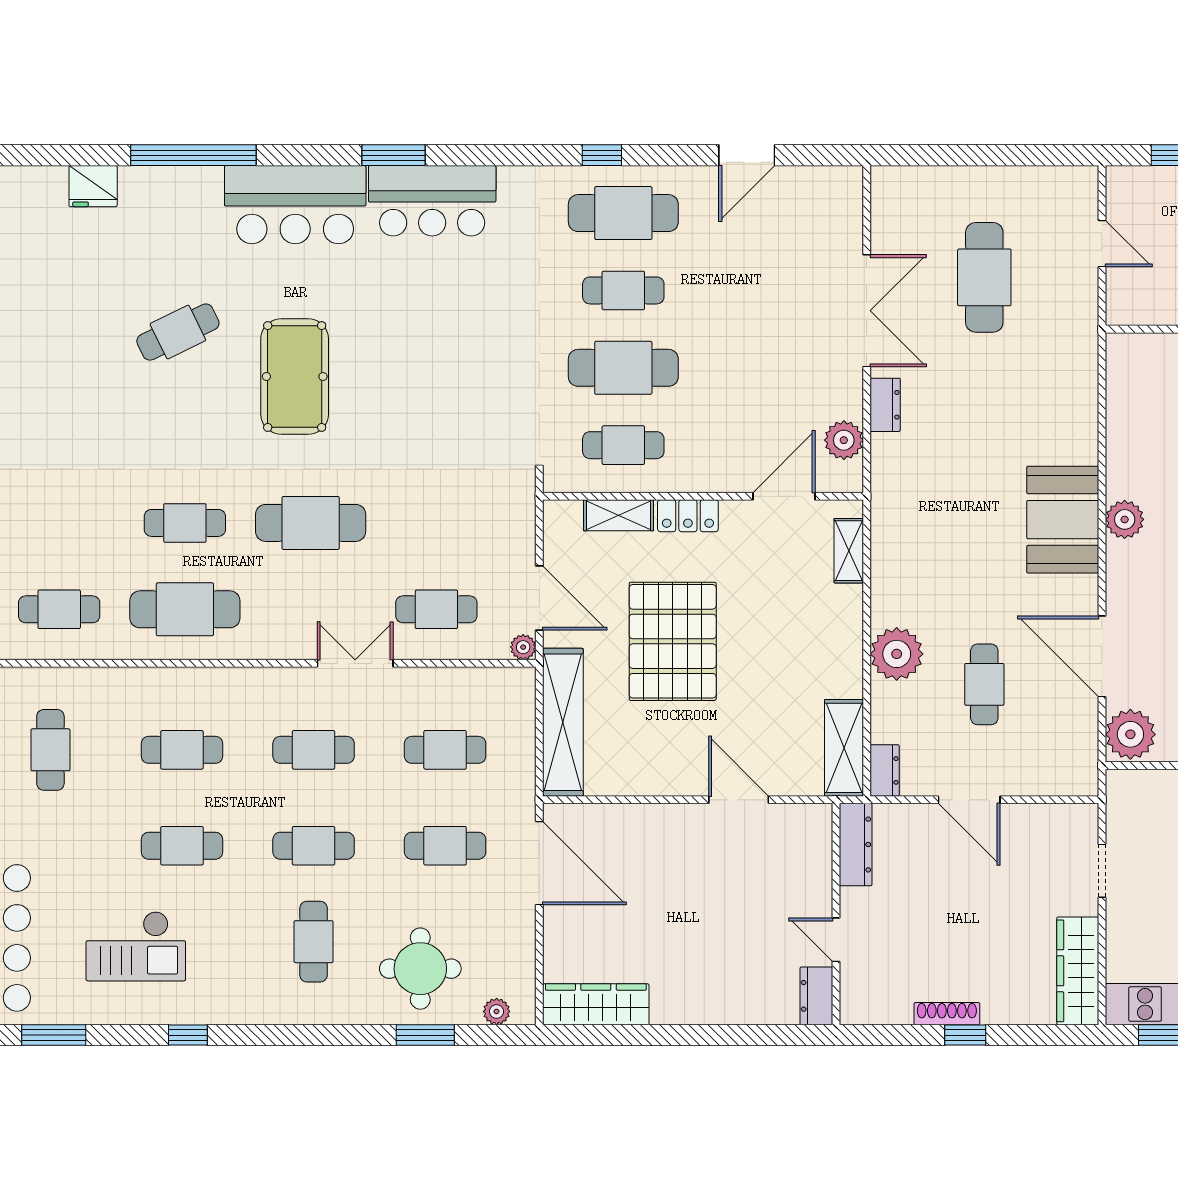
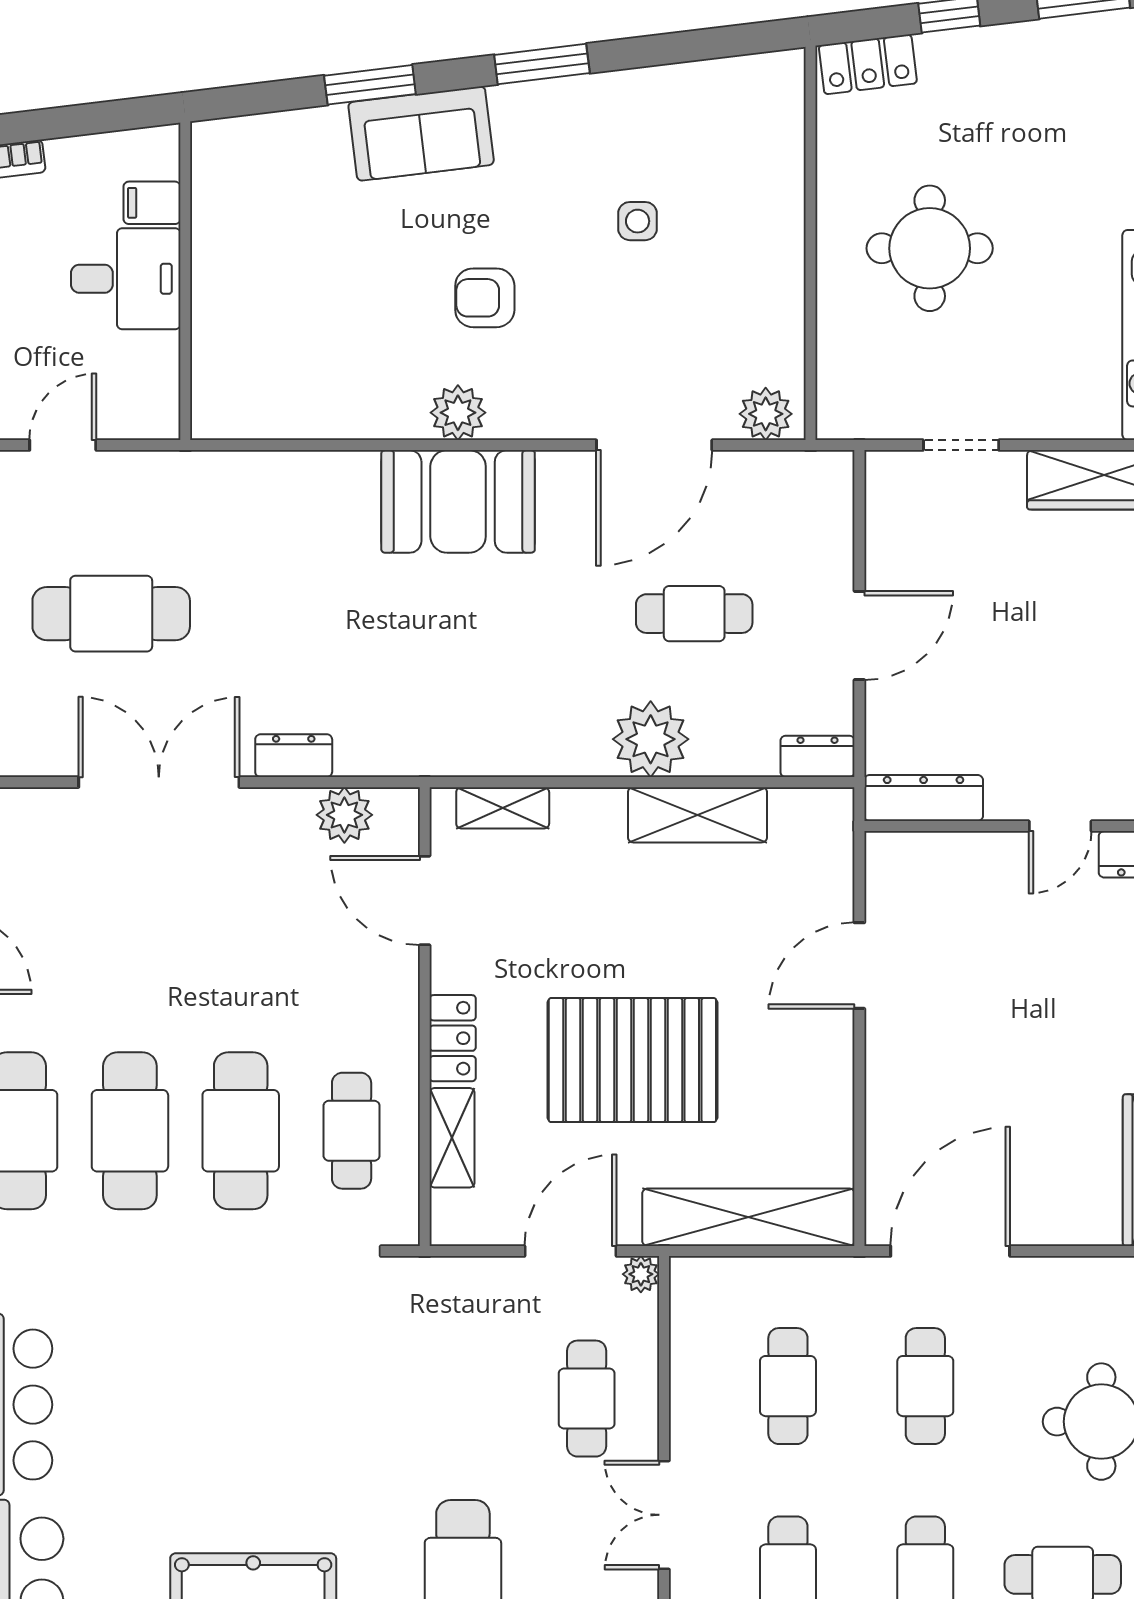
cafe table: (623, 290) -> (130, 1131), width x1.37, depth x1.35
plant: (1130, 734) -> (766, 414), width x0.73, depth x0.73
shelving: (844, 748) -> (697, 815), moved

